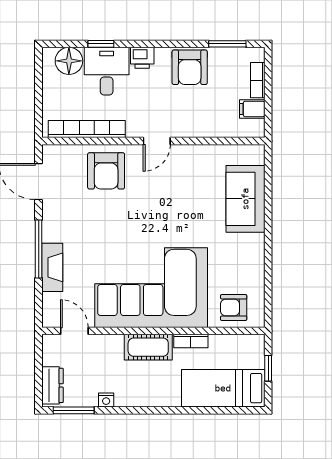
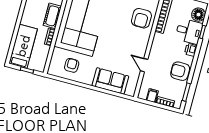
door: (157, 141) -> (144, 65), moved
armchair: (106, 171) -> (141, 18), turned -90
armchair: (234, 308) -> (72, 65), moved

